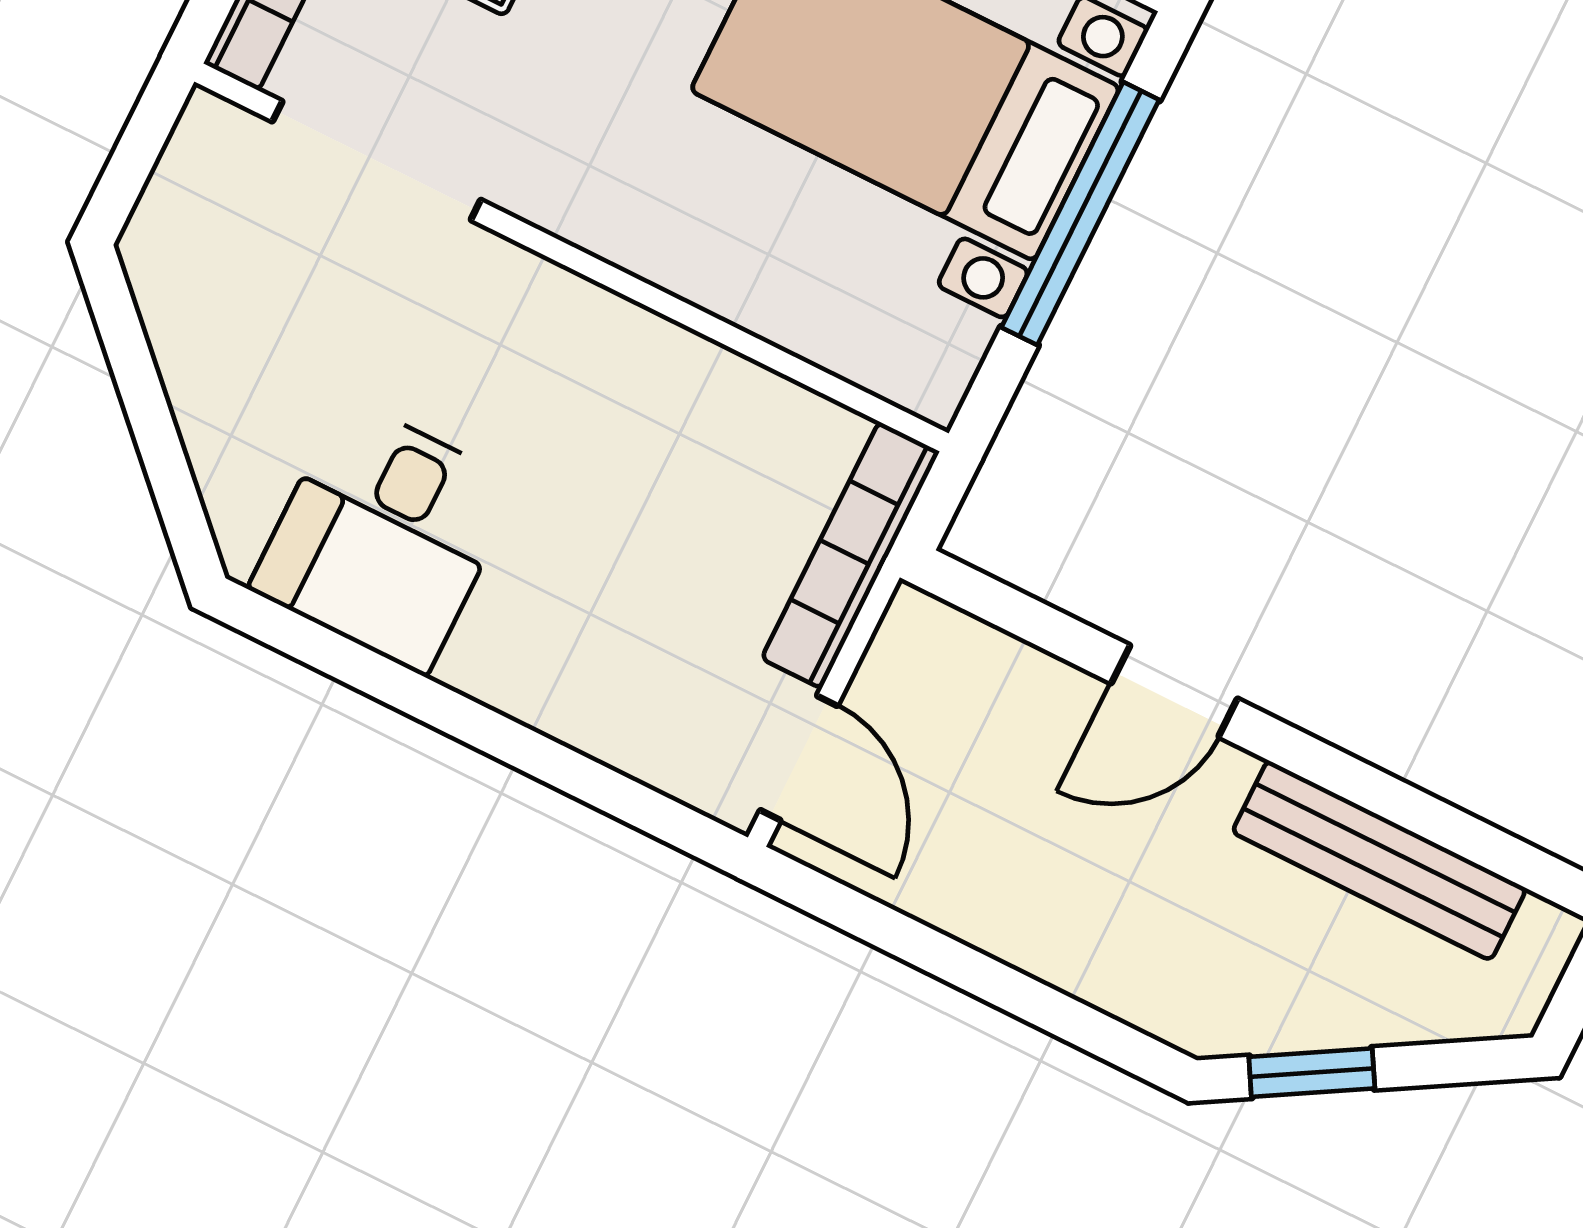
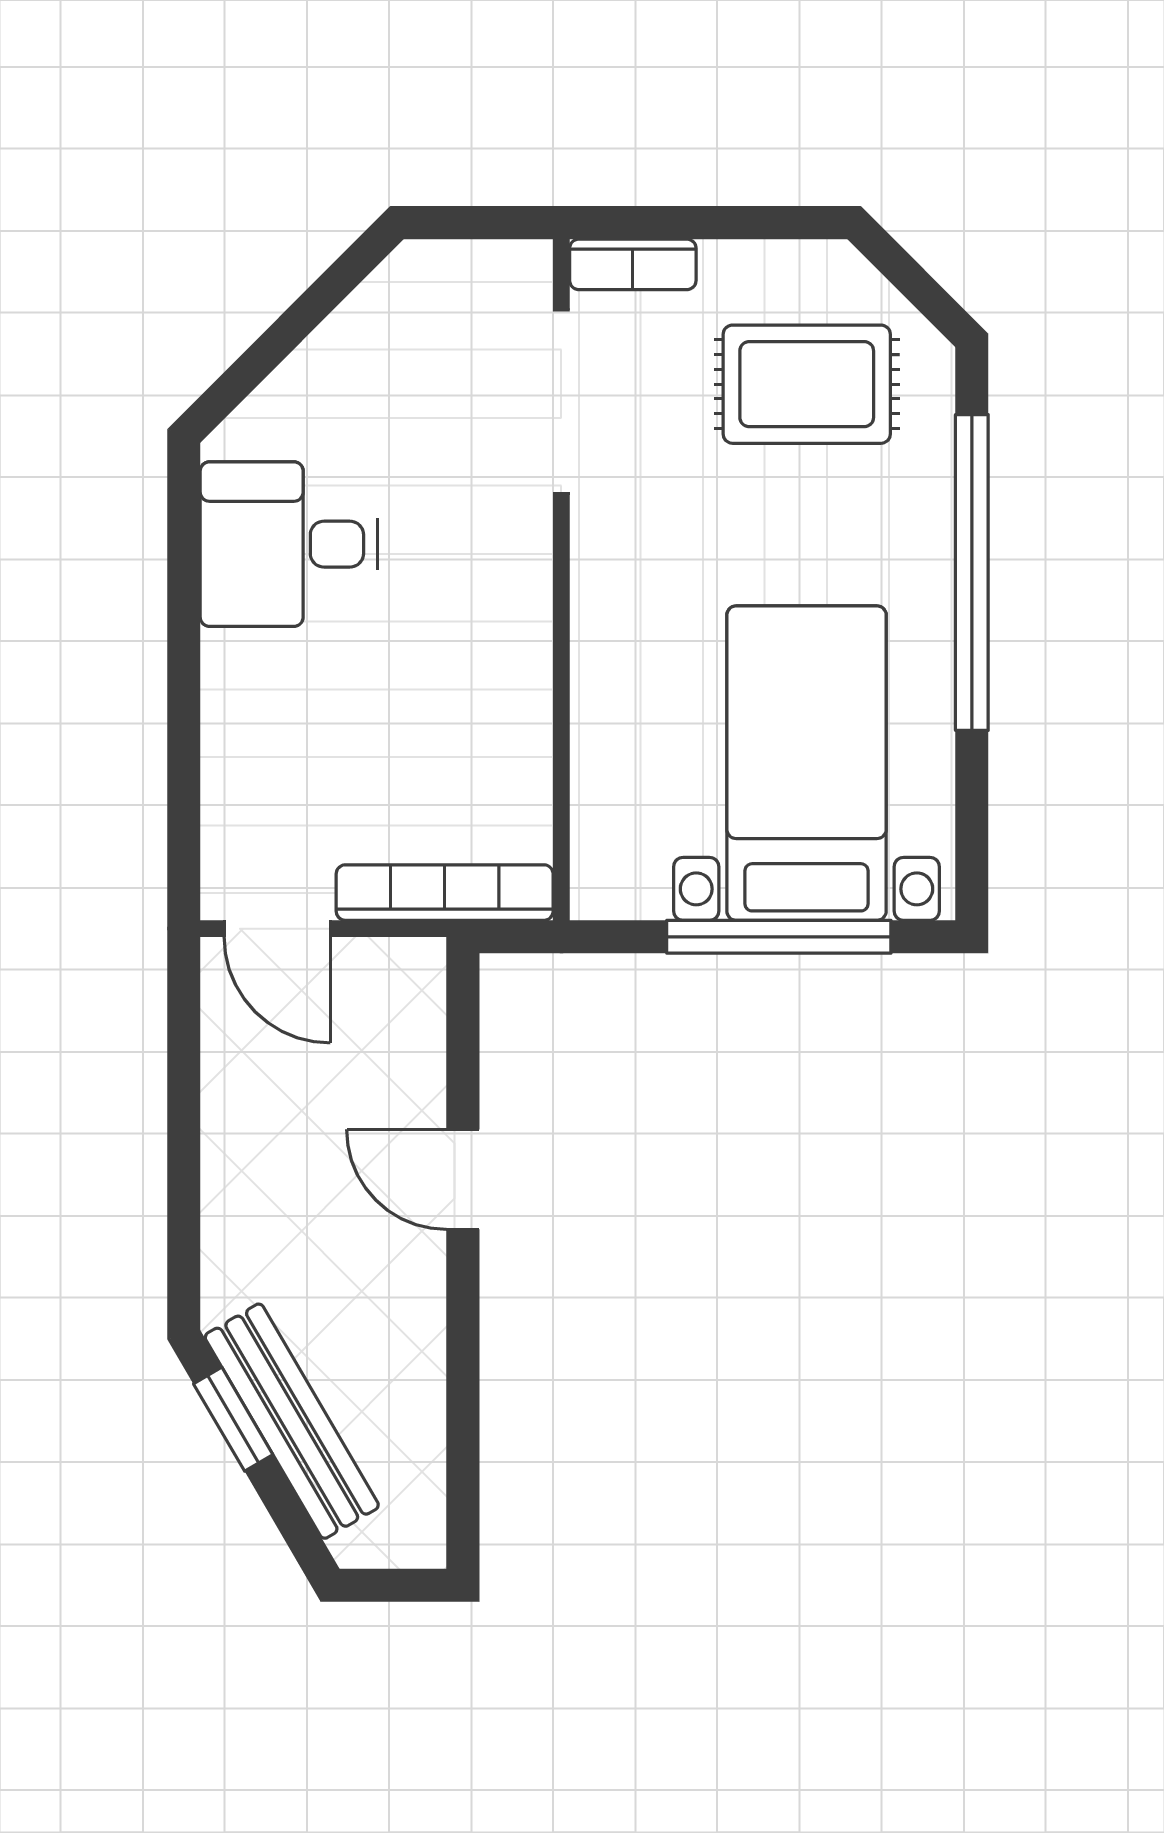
door: (799, 758) -> (277, 929), hinge flipped
bench: (1379, 860) -> (292, 1421), moved, turned -30

